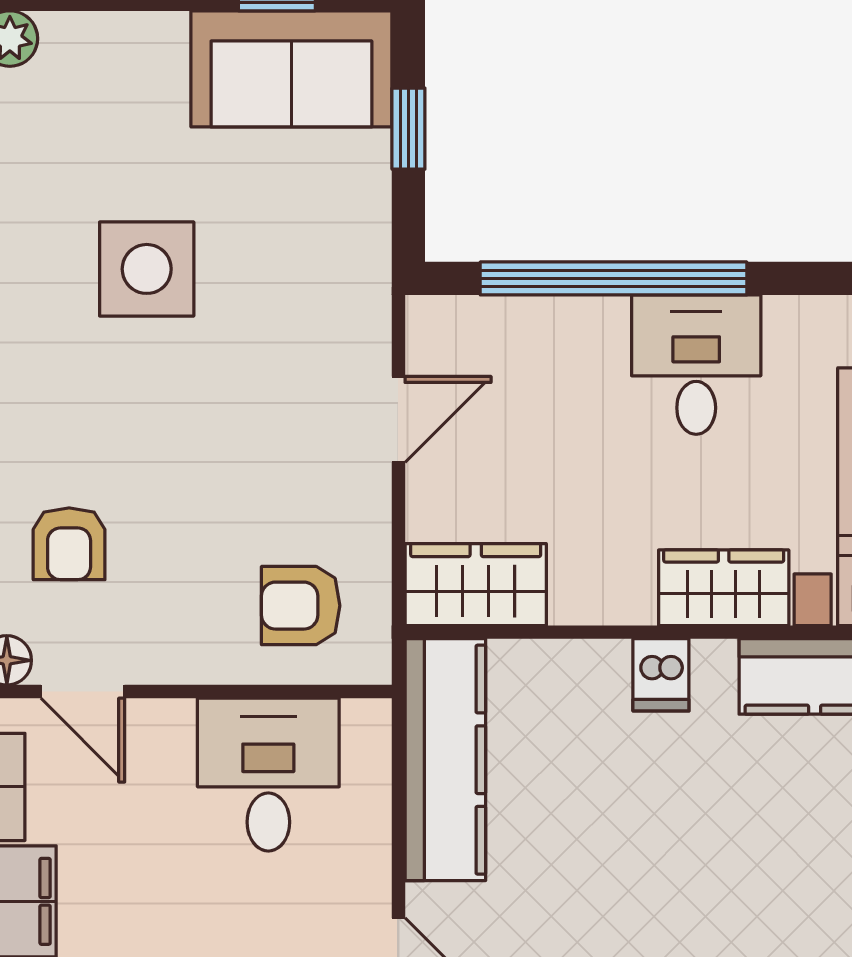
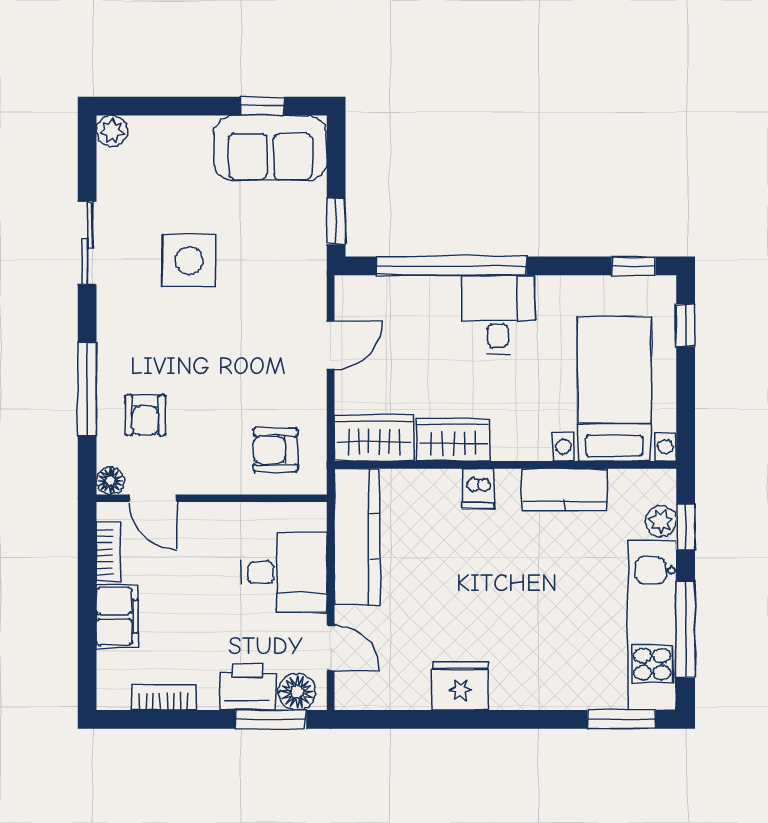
window: (408, 129) -> (336, 221), moved
wardrobe: (724, 588) -> (453, 440), moved
desk: (268, 775) -> (284, 572), moved, turned 90

